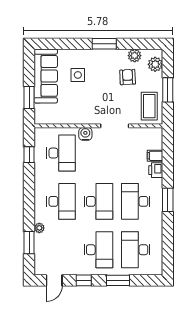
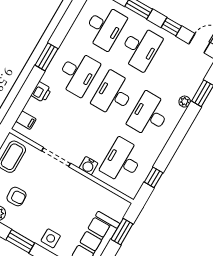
side table: (78, 75) -> (51, 238), moved
armchair: (128, 77) -> (17, 197), turned -90
filing cabinet: (155, 156) -> (26, 120), moved
desk: (98, 250) -> (140, 48), turned 180

